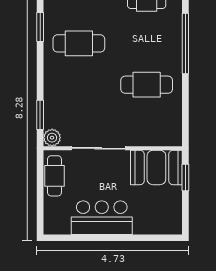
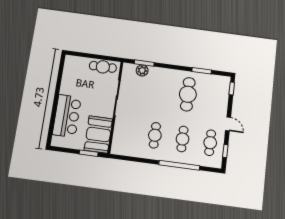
cafe table: (147, 43) -> (182, 139), added
cafe table: (147, 85) -> (155, 135), width x0.73, depth x0.74
plant: (52, 138) -> (142, 71), moved
bar counter: (102, 218) -> (67, 116), moved

